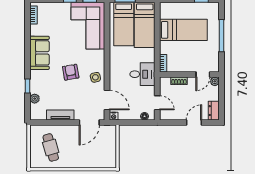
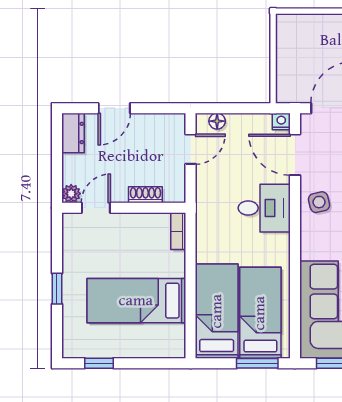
window: (222, 36) -> (57, 289), width x0.46
desk: (142, 74) -> (264, 208), moved, turned 180
door: (157, 103) -> (191, 149), swing flipped

